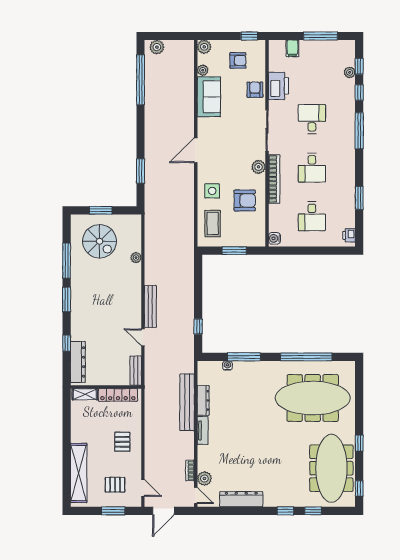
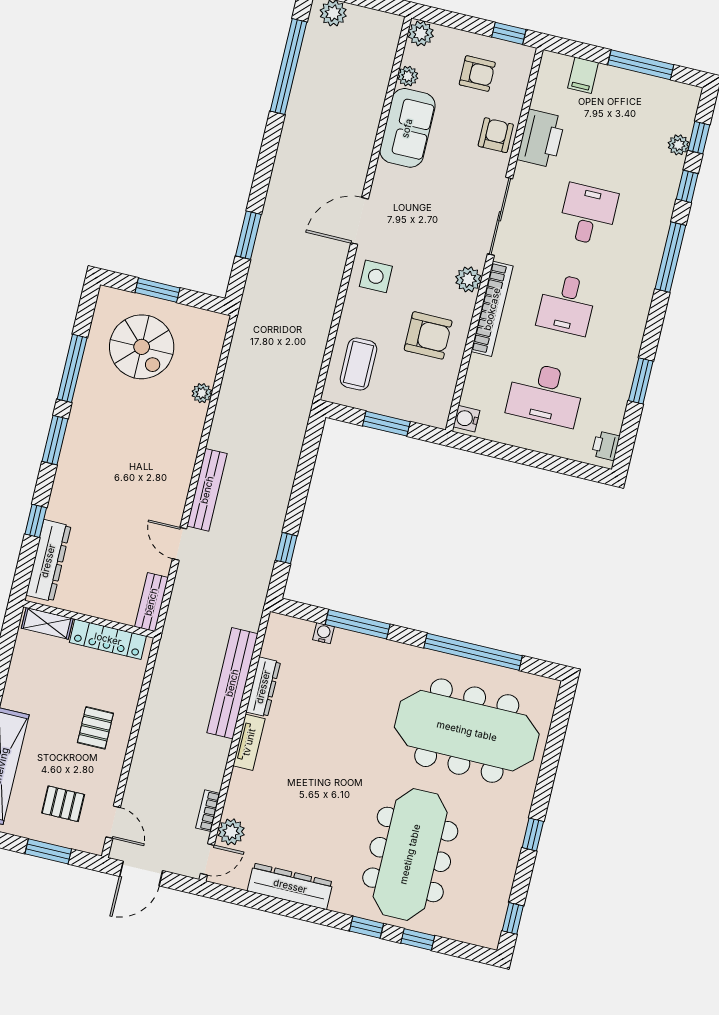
side table: (212, 191) -> (376, 276), moved
desk: (312, 216) -> (545, 394), width x1.37
meeting table: (331, 468) -> (410, 854), moved
door: (196, 495) -> (207, 859), hinge flipped

